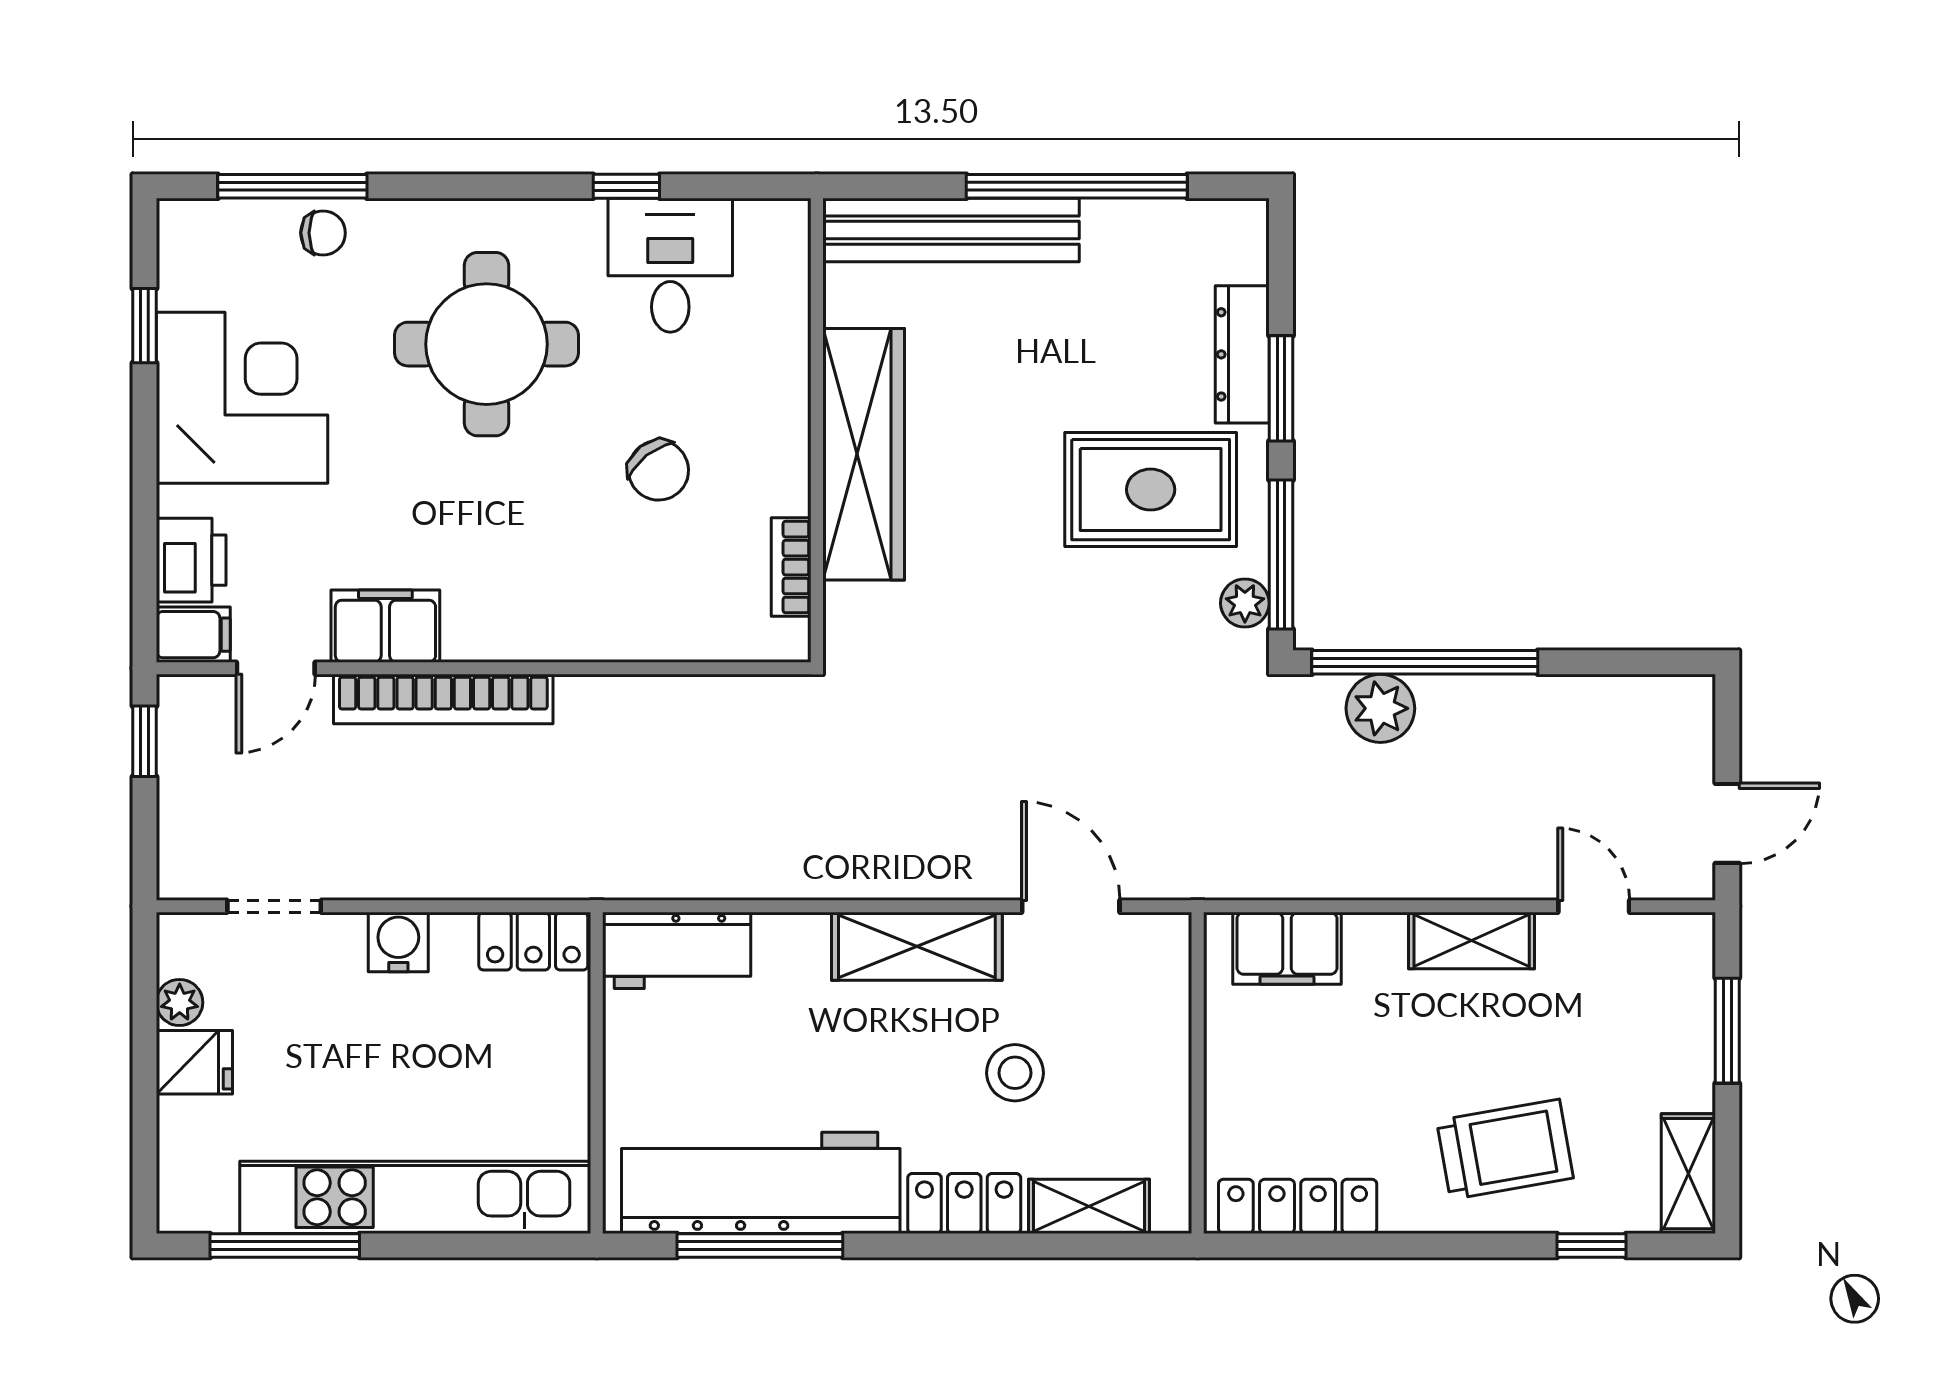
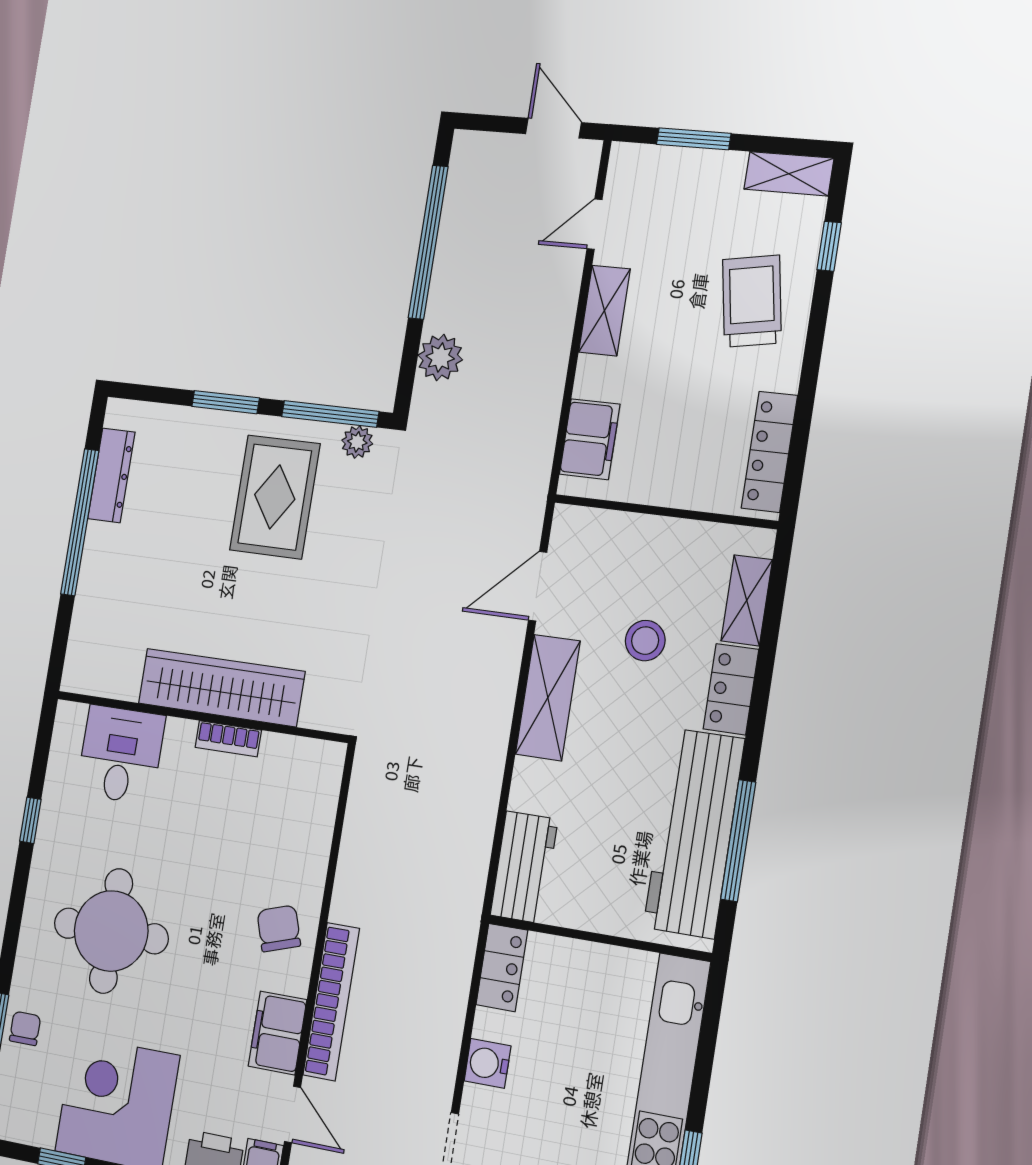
bench: (951, 230) -> (92, 609), removed
desk: (670, 265) -> (121, 755), moved, turned 90
dresser: (1242, 354) -> (111, 475), moved, turned -90
chair: (659, 470) -> (279, 928), moved, turned -70
bookcase: (791, 567) -> (228, 739), moved
window: (1425, 662) -> (428, 242), moved

